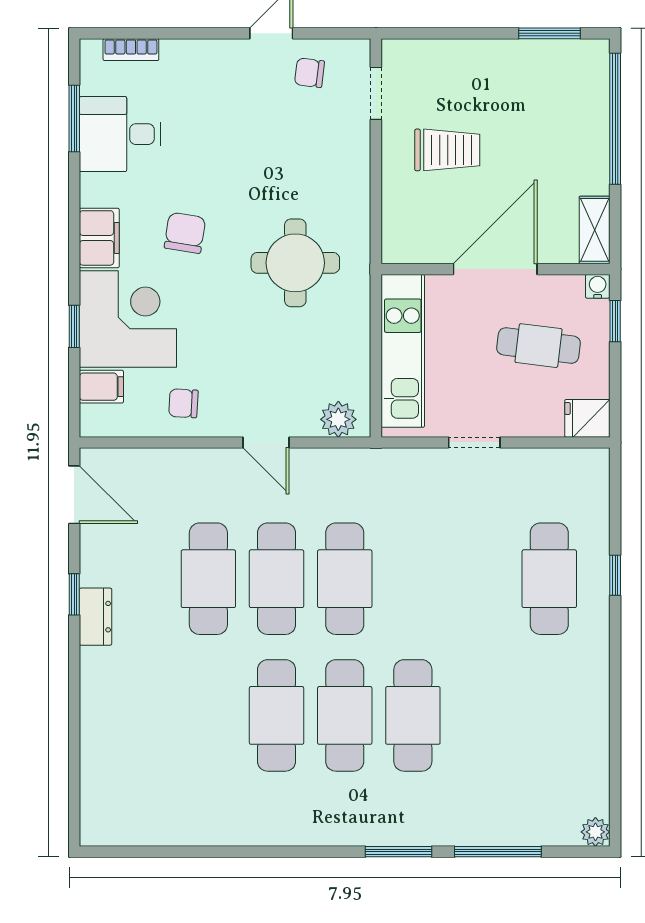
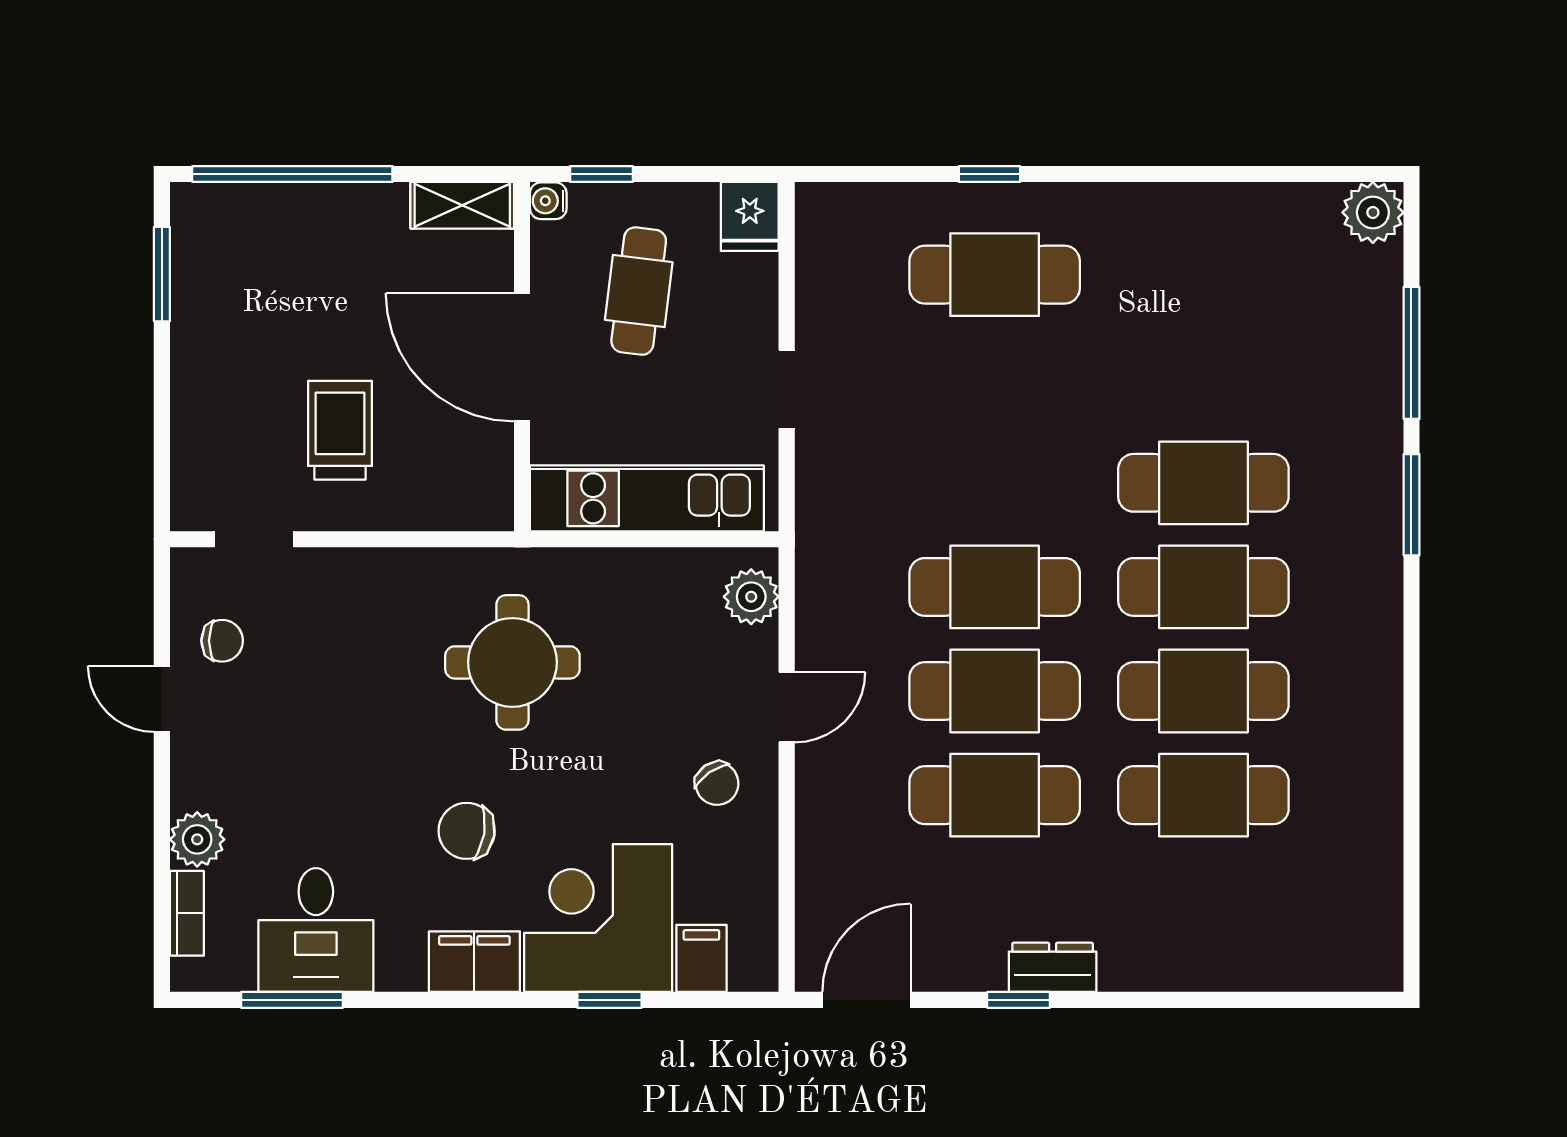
plant: (179, 56) -> (197, 839), added
chair: (309, 73) -> (222, 641), turned -97
chair: (183, 403) -> (717, 783), moved, turned -38
cafe table: (208, 715) -> (1203, 795), added
plant: (595, 832) -> (1373, 212), width x1.38, depth x1.38

